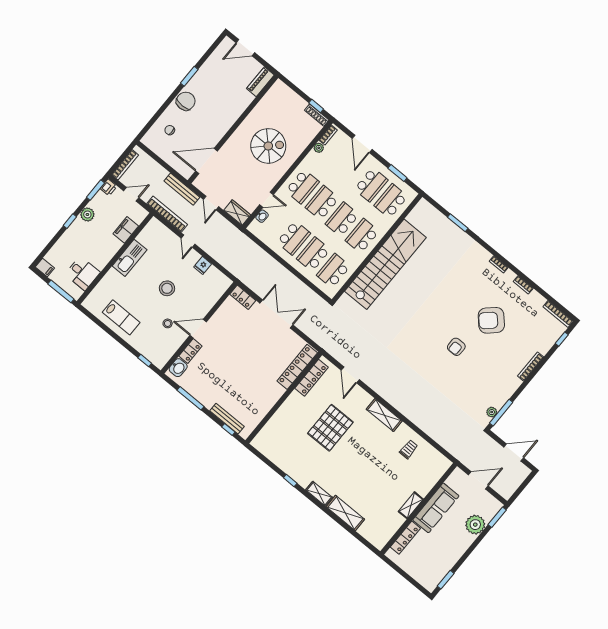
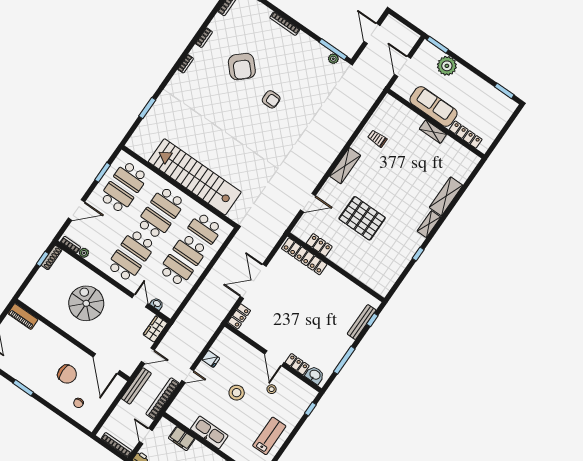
chair: (186, 101) -> (67, 374), moved, turned 180
school desk: (342, 219) -> (153, 224), turned 180
locker: (311, 378) -> (319, 245), width x0.66

